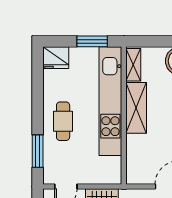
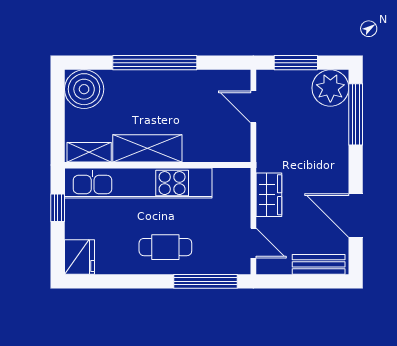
window: (92, 41) -> (58, 208), width x0.67
window: (38, 151) -> (206, 281), width x1.44

